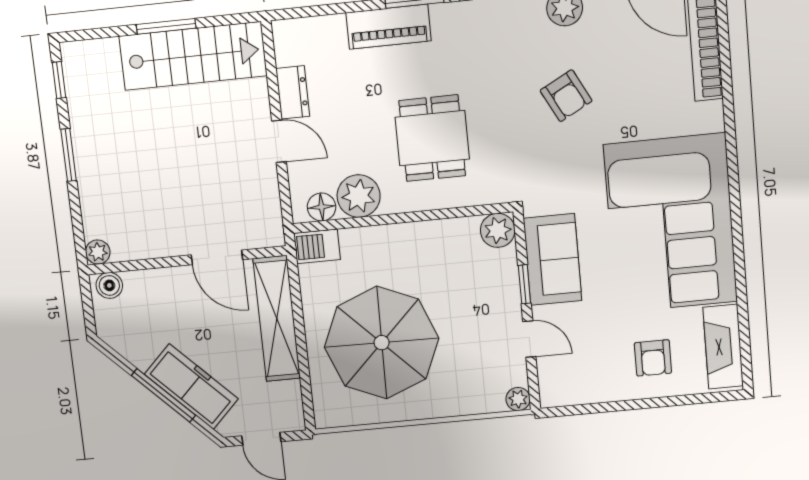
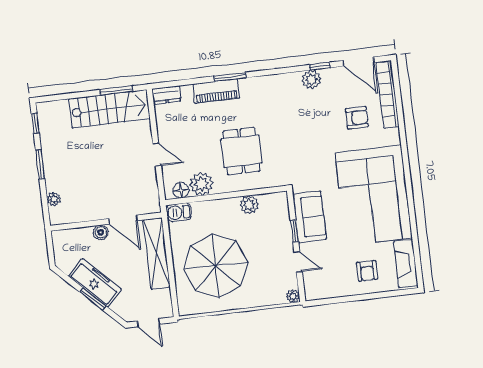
window: (166, 26) -> (116, 90), moved
dresser: (293, 92) -> (167, 95), moved, turned 90
armchair: (566, 96) -> (357, 118), moved, turned -62
plant: (498, 230) -> (249, 205), moved
plant: (98, 252) -> (54, 199), moved
boiler: (109, 285) -> (101, 232), moved
freezer: (191, 387) -> (95, 283), moved
window: (163, 395) -> (93, 299), width x0.69

